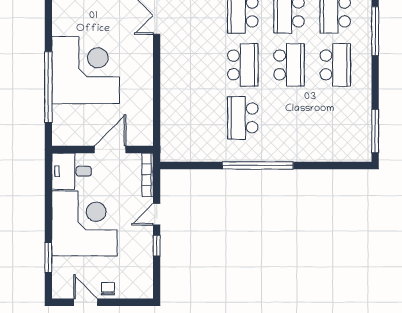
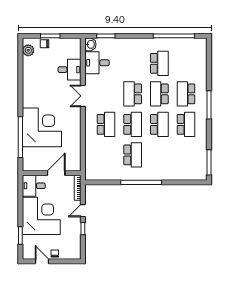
school desk: (197, 65) -> (106, 124), added
school desk: (243, 118) -> (133, 155), turned 180

